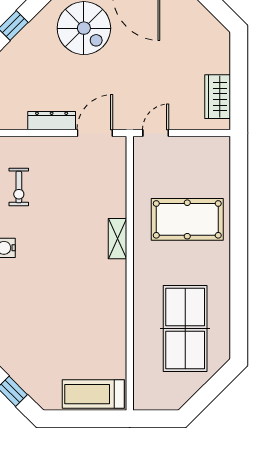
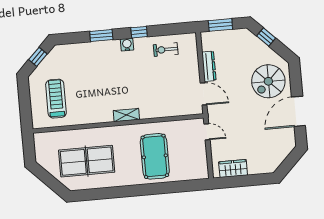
shelving: (117, 239) -> (126, 115), moved
treadmill: (93, 394) -> (56, 99), moved

